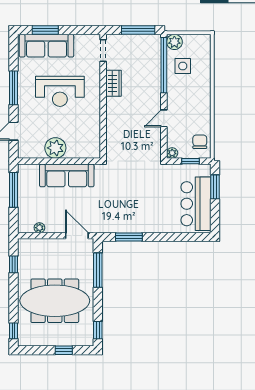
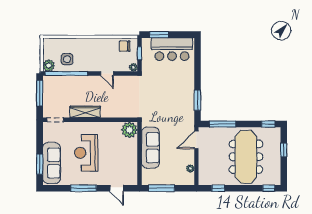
wardrobe: (114, 83) -> (85, 112), width x1.50
reception desk: (60, 91) -> (86, 153), turned 180
plant: (55, 148) -> (130, 130), moved

